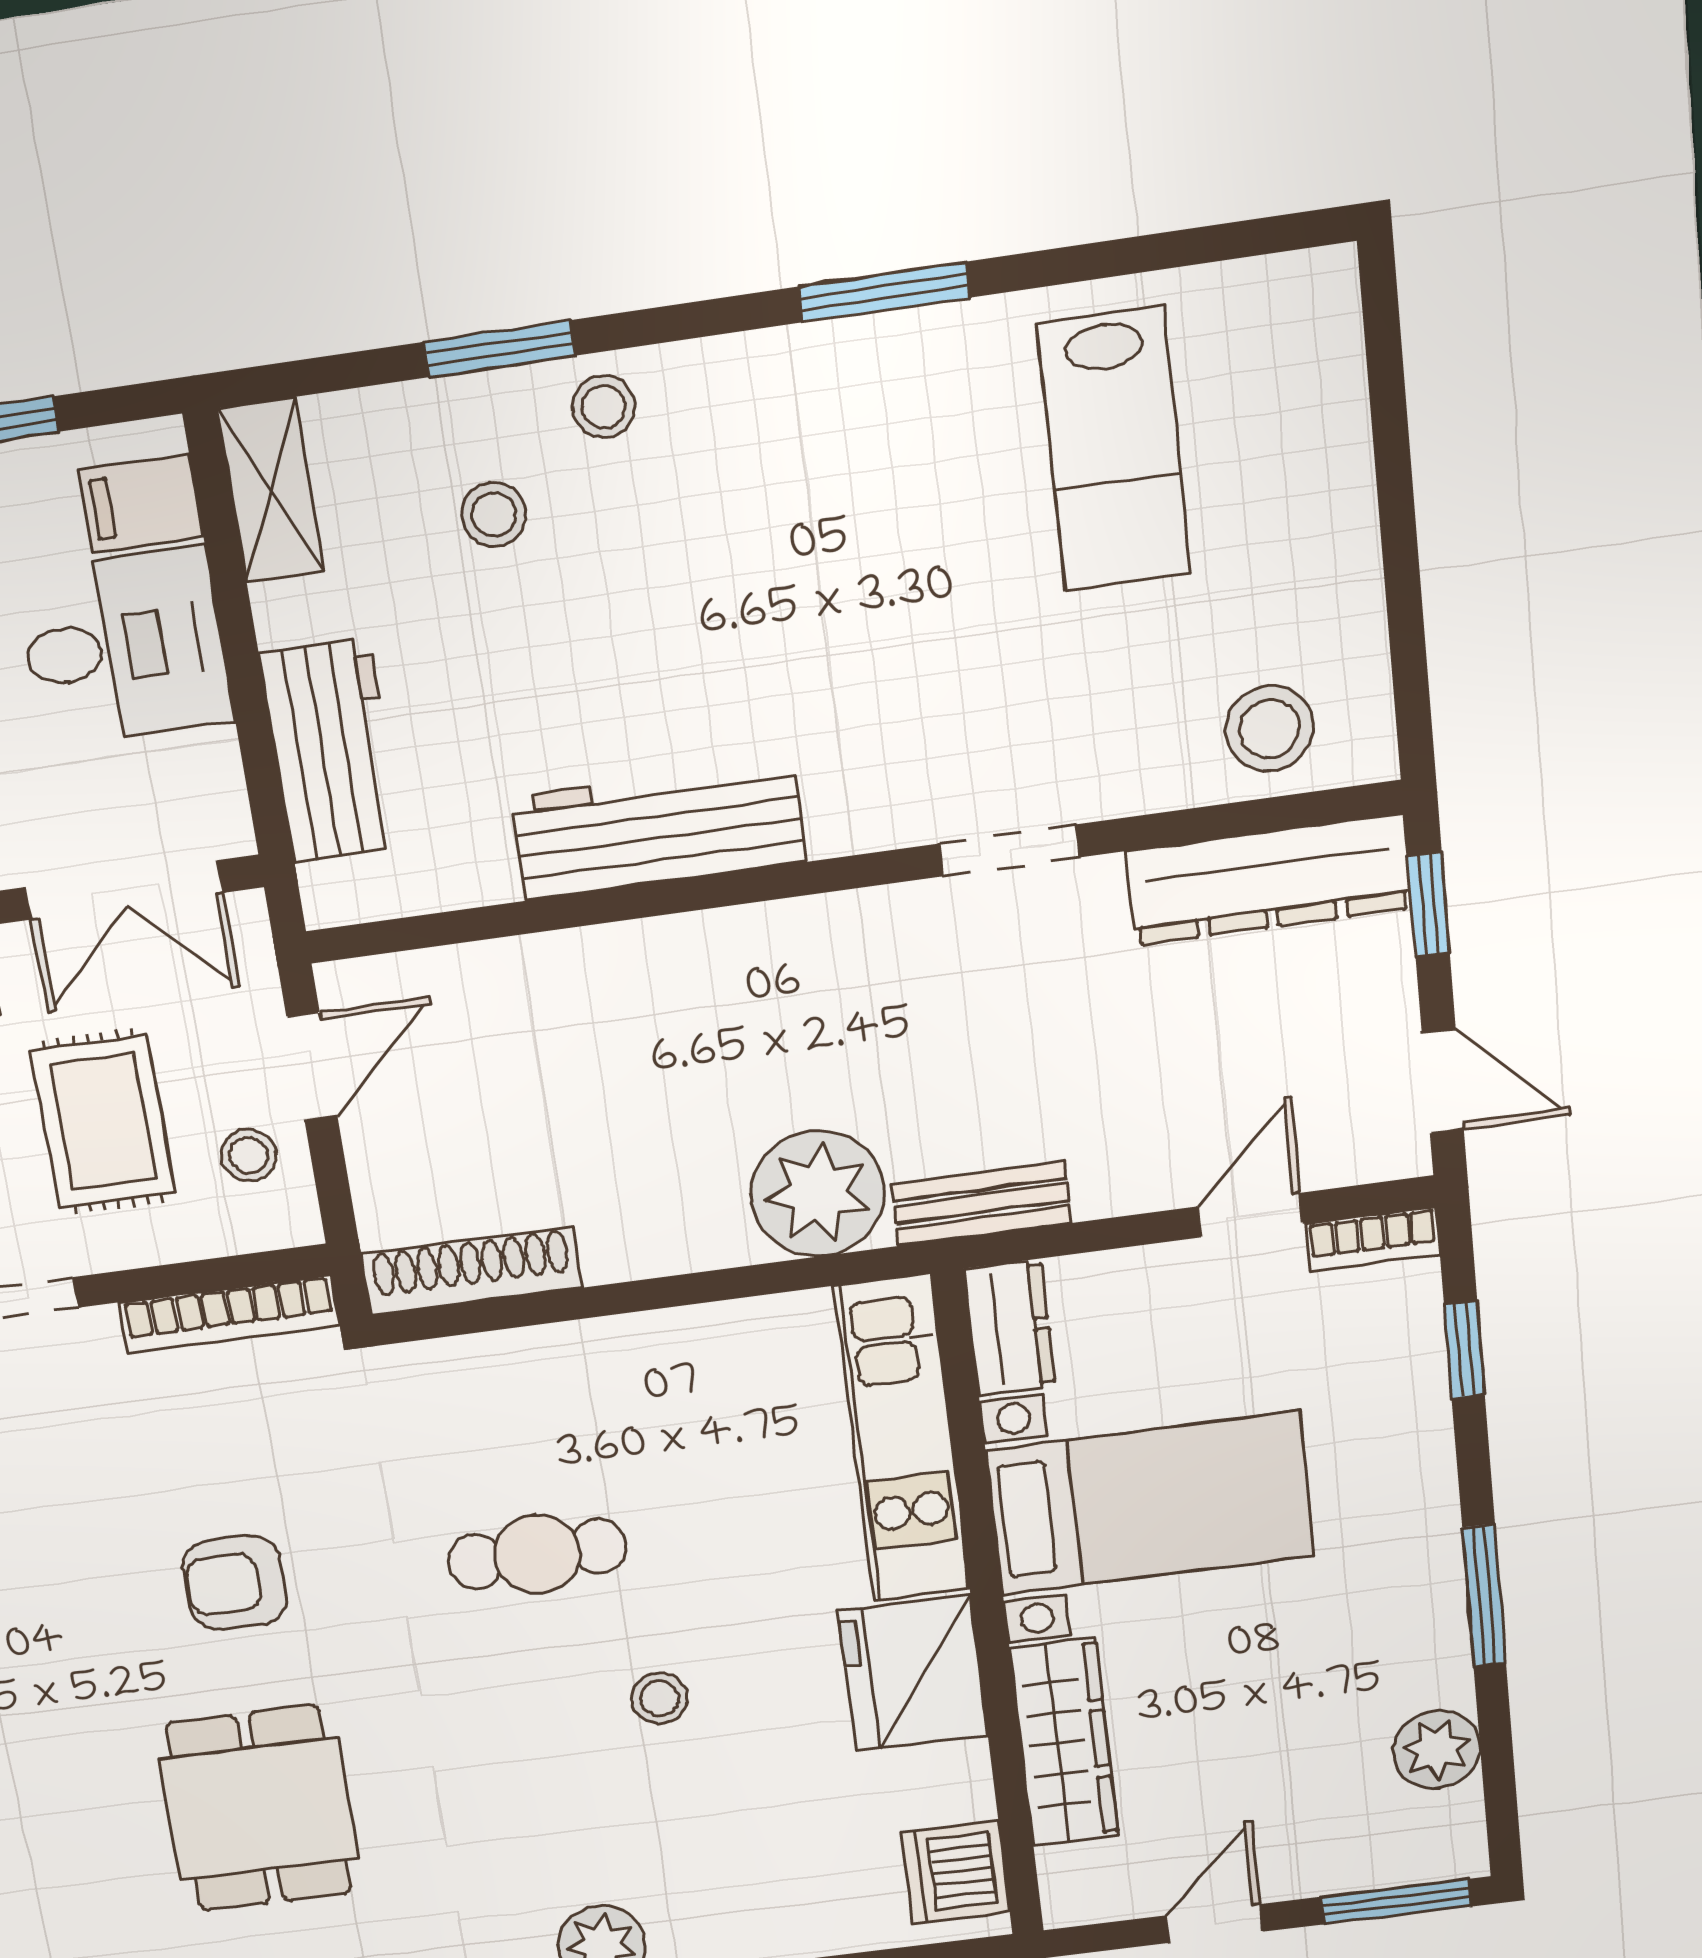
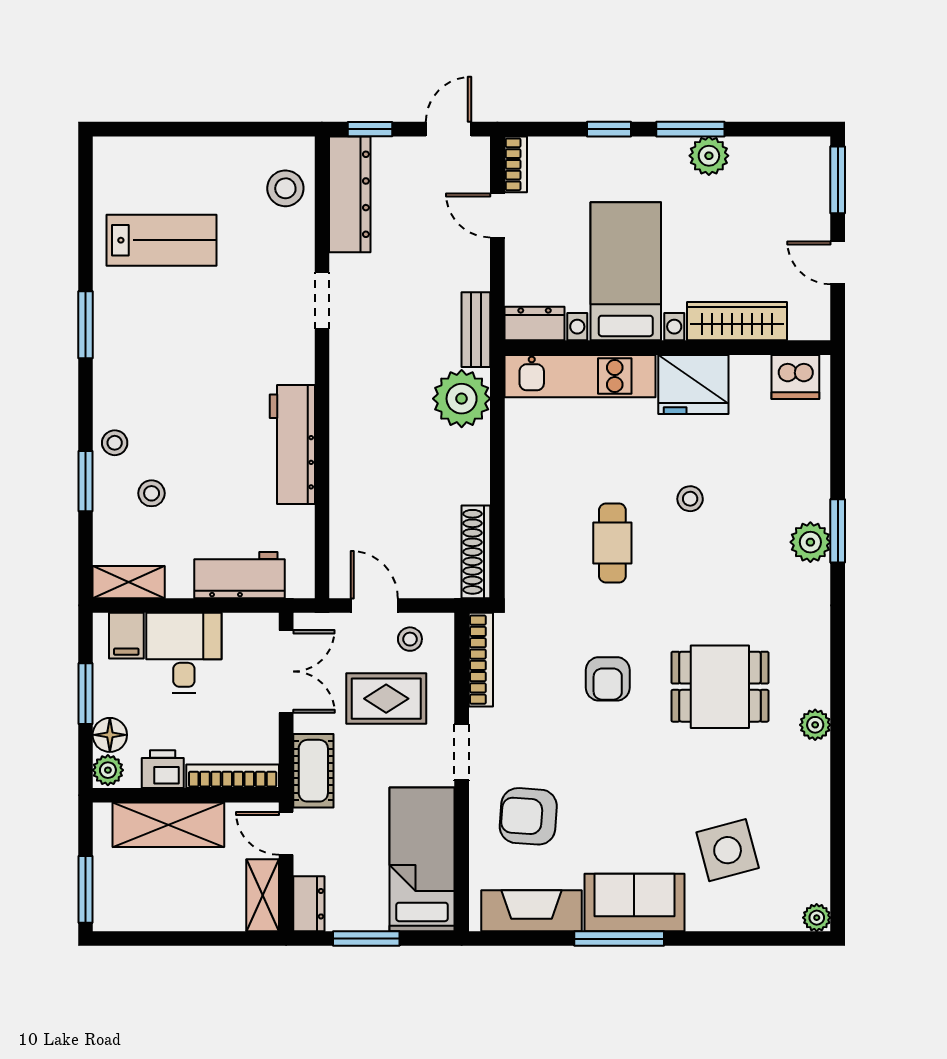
window: (1464, 1350) -> (609, 129), moved
plant: (1437, 1750) -> (709, 156), moved

